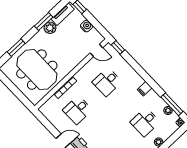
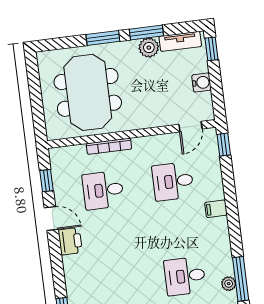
window: (16, 48) -> (103, 38), moved
door: (96, 50) -> (191, 127), hinge flipped
filing cabinet: (145, 89) -> (216, 209), moved
window: (48, 125) -> (46, 181), added

